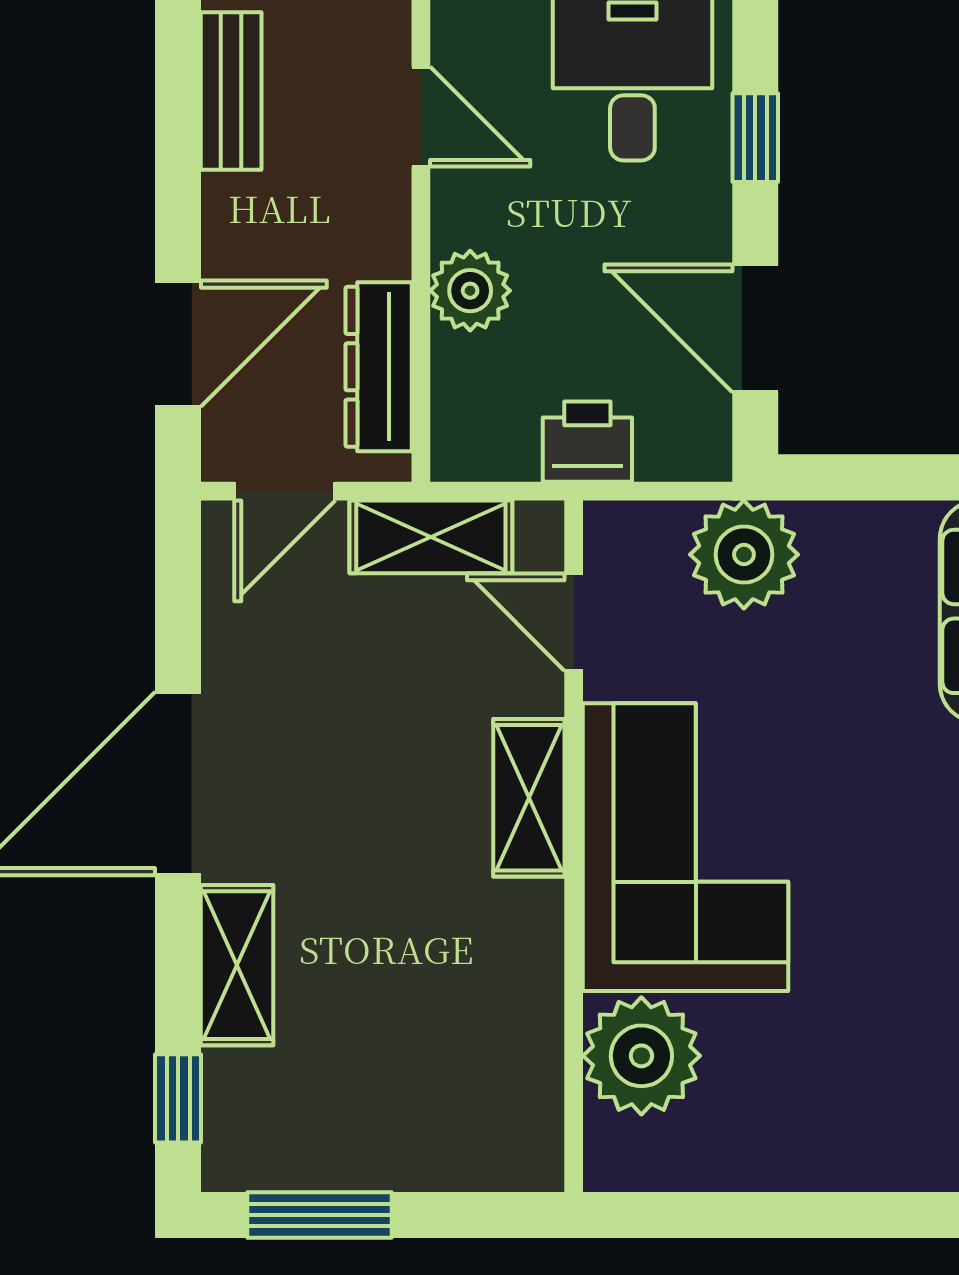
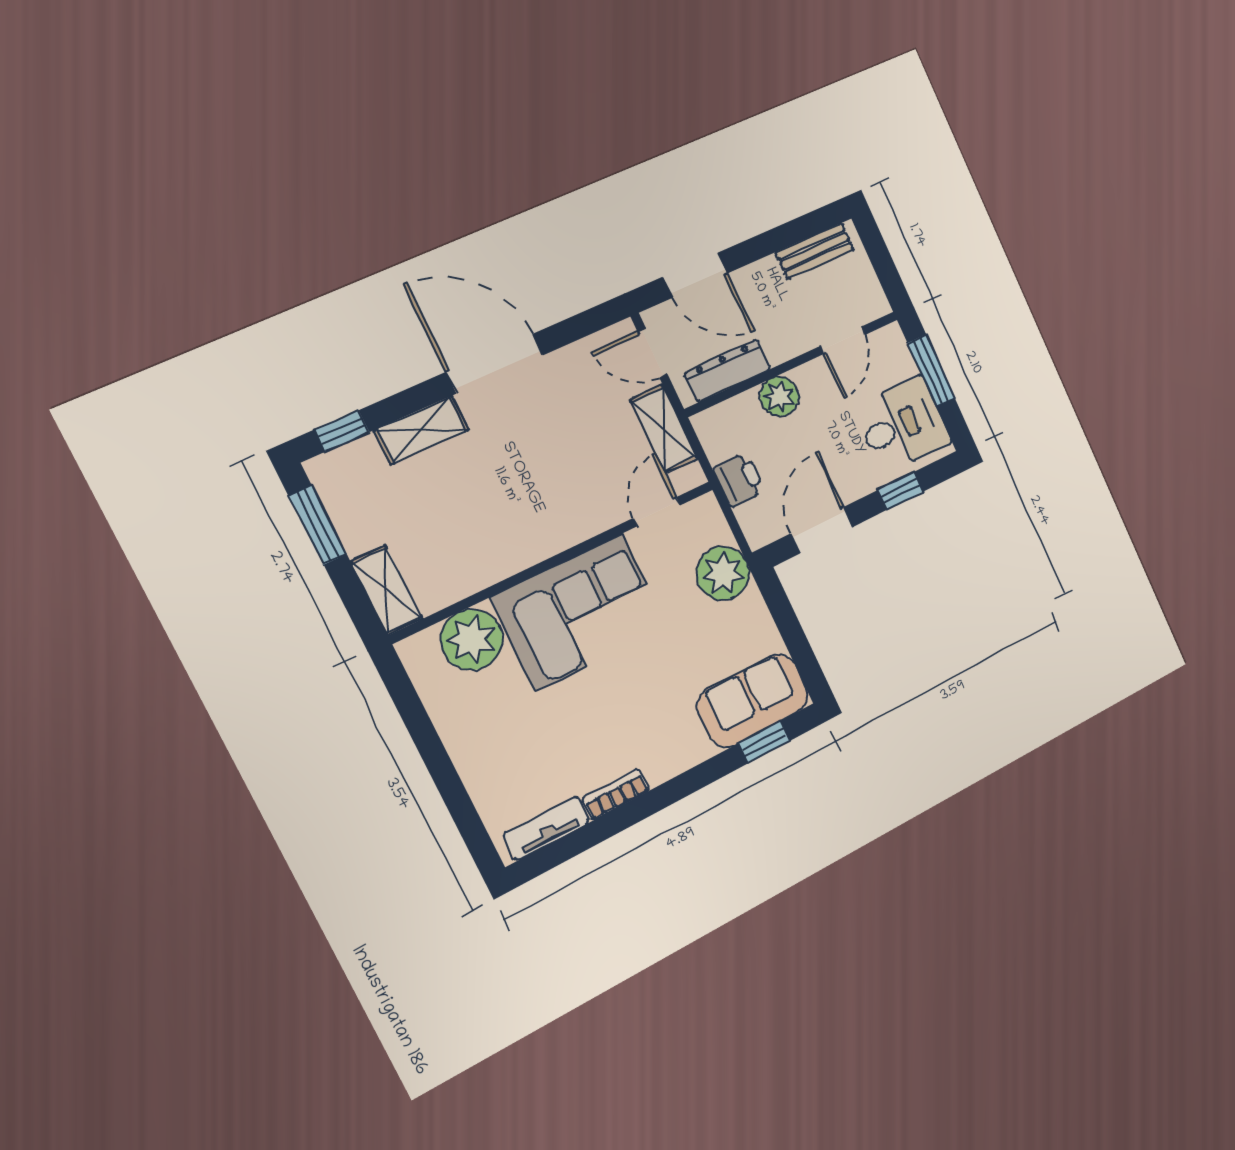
shelving: (529, 798) -> (387, 590), moved, turned 90

